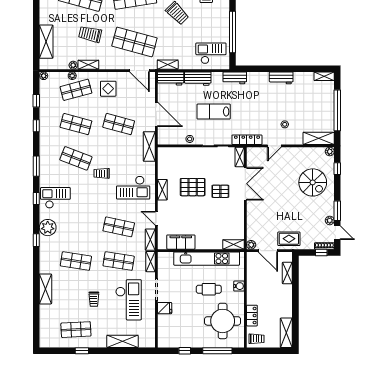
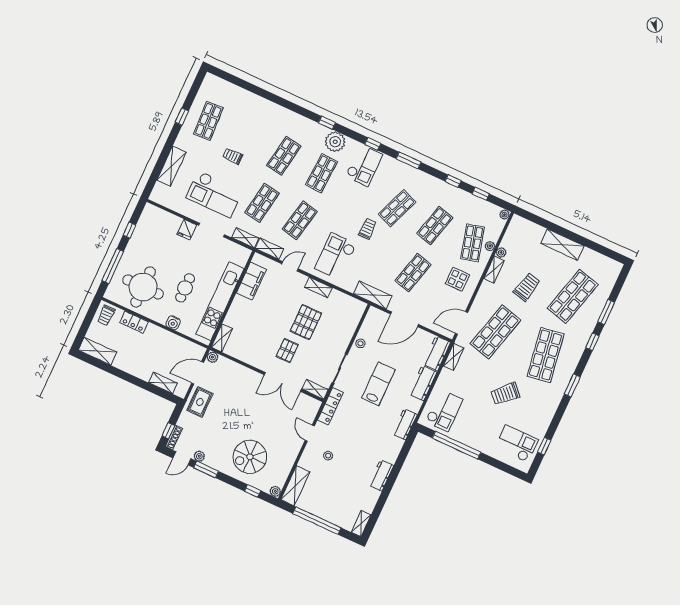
shelving: (46, 42) -> (562, 245), moved
shop shelf: (76, 227) -> (322, 173), added
shelving: (45, 289) -> (269, 108), removed

